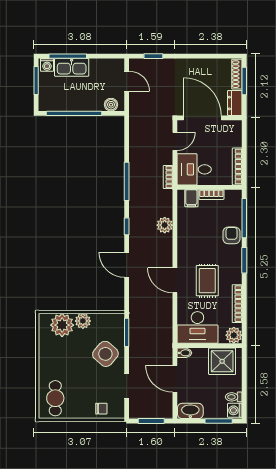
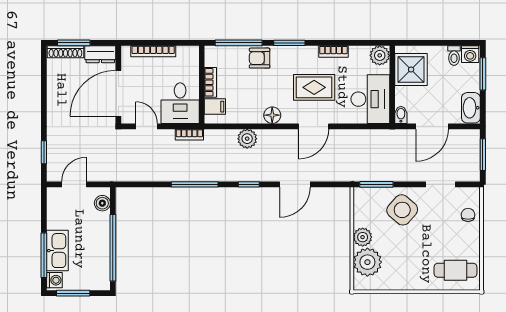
bookcase: (237, 166) -> (153, 51), moved
floor lamp: (184, 246) -> (272, 115), added
bookcase: (237, 304) -> (333, 51), width x0.64

